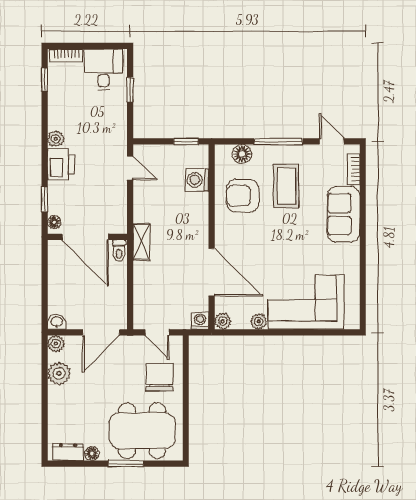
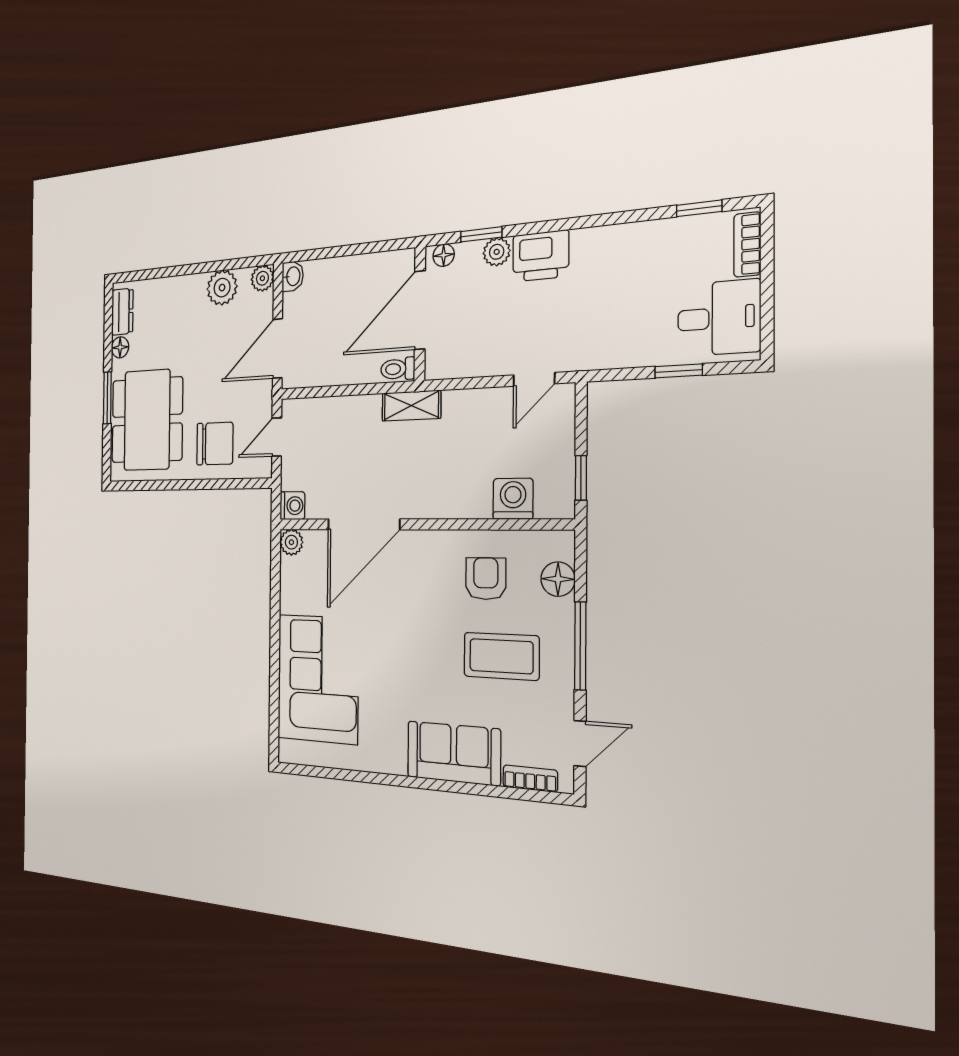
plant: (56, 139) -> (497, 252), moved
armchair: (243, 196) -> (486, 579), width x0.72, depth x0.72
plant: (259, 322) -> (290, 600), removed
door: (101, 332) -> (277, 348), hinge flipped

